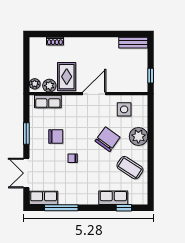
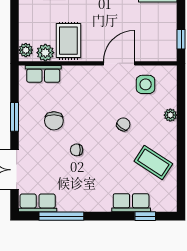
door: (94, 94) -> (119, 63), moved
plant: (138, 136) -> (170, 115), width x0.53, depth x0.53
chair: (56, 137) -> (54, 121), turned 91
chair: (108, 139) -> (123, 124), width x0.54, depth x0.54

